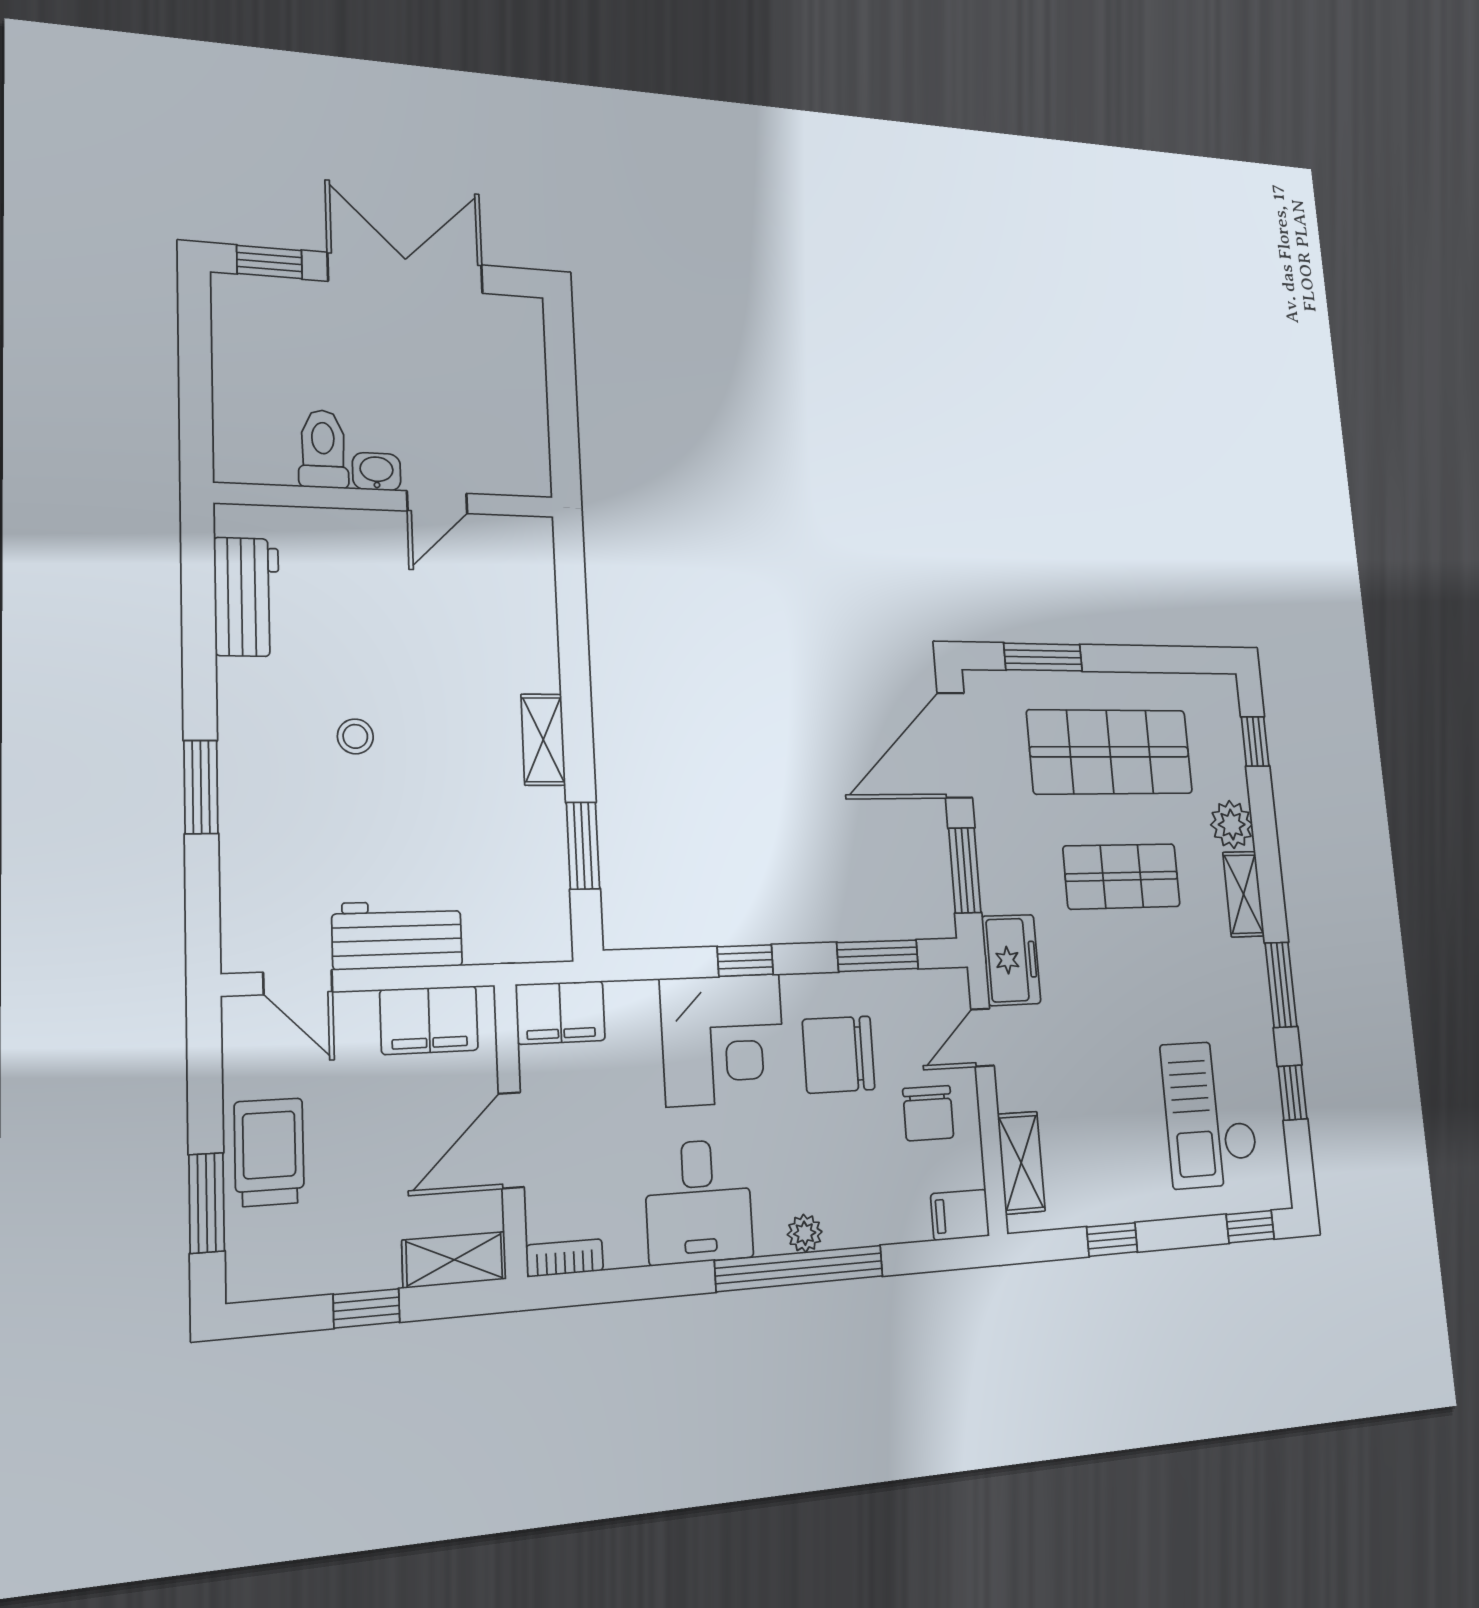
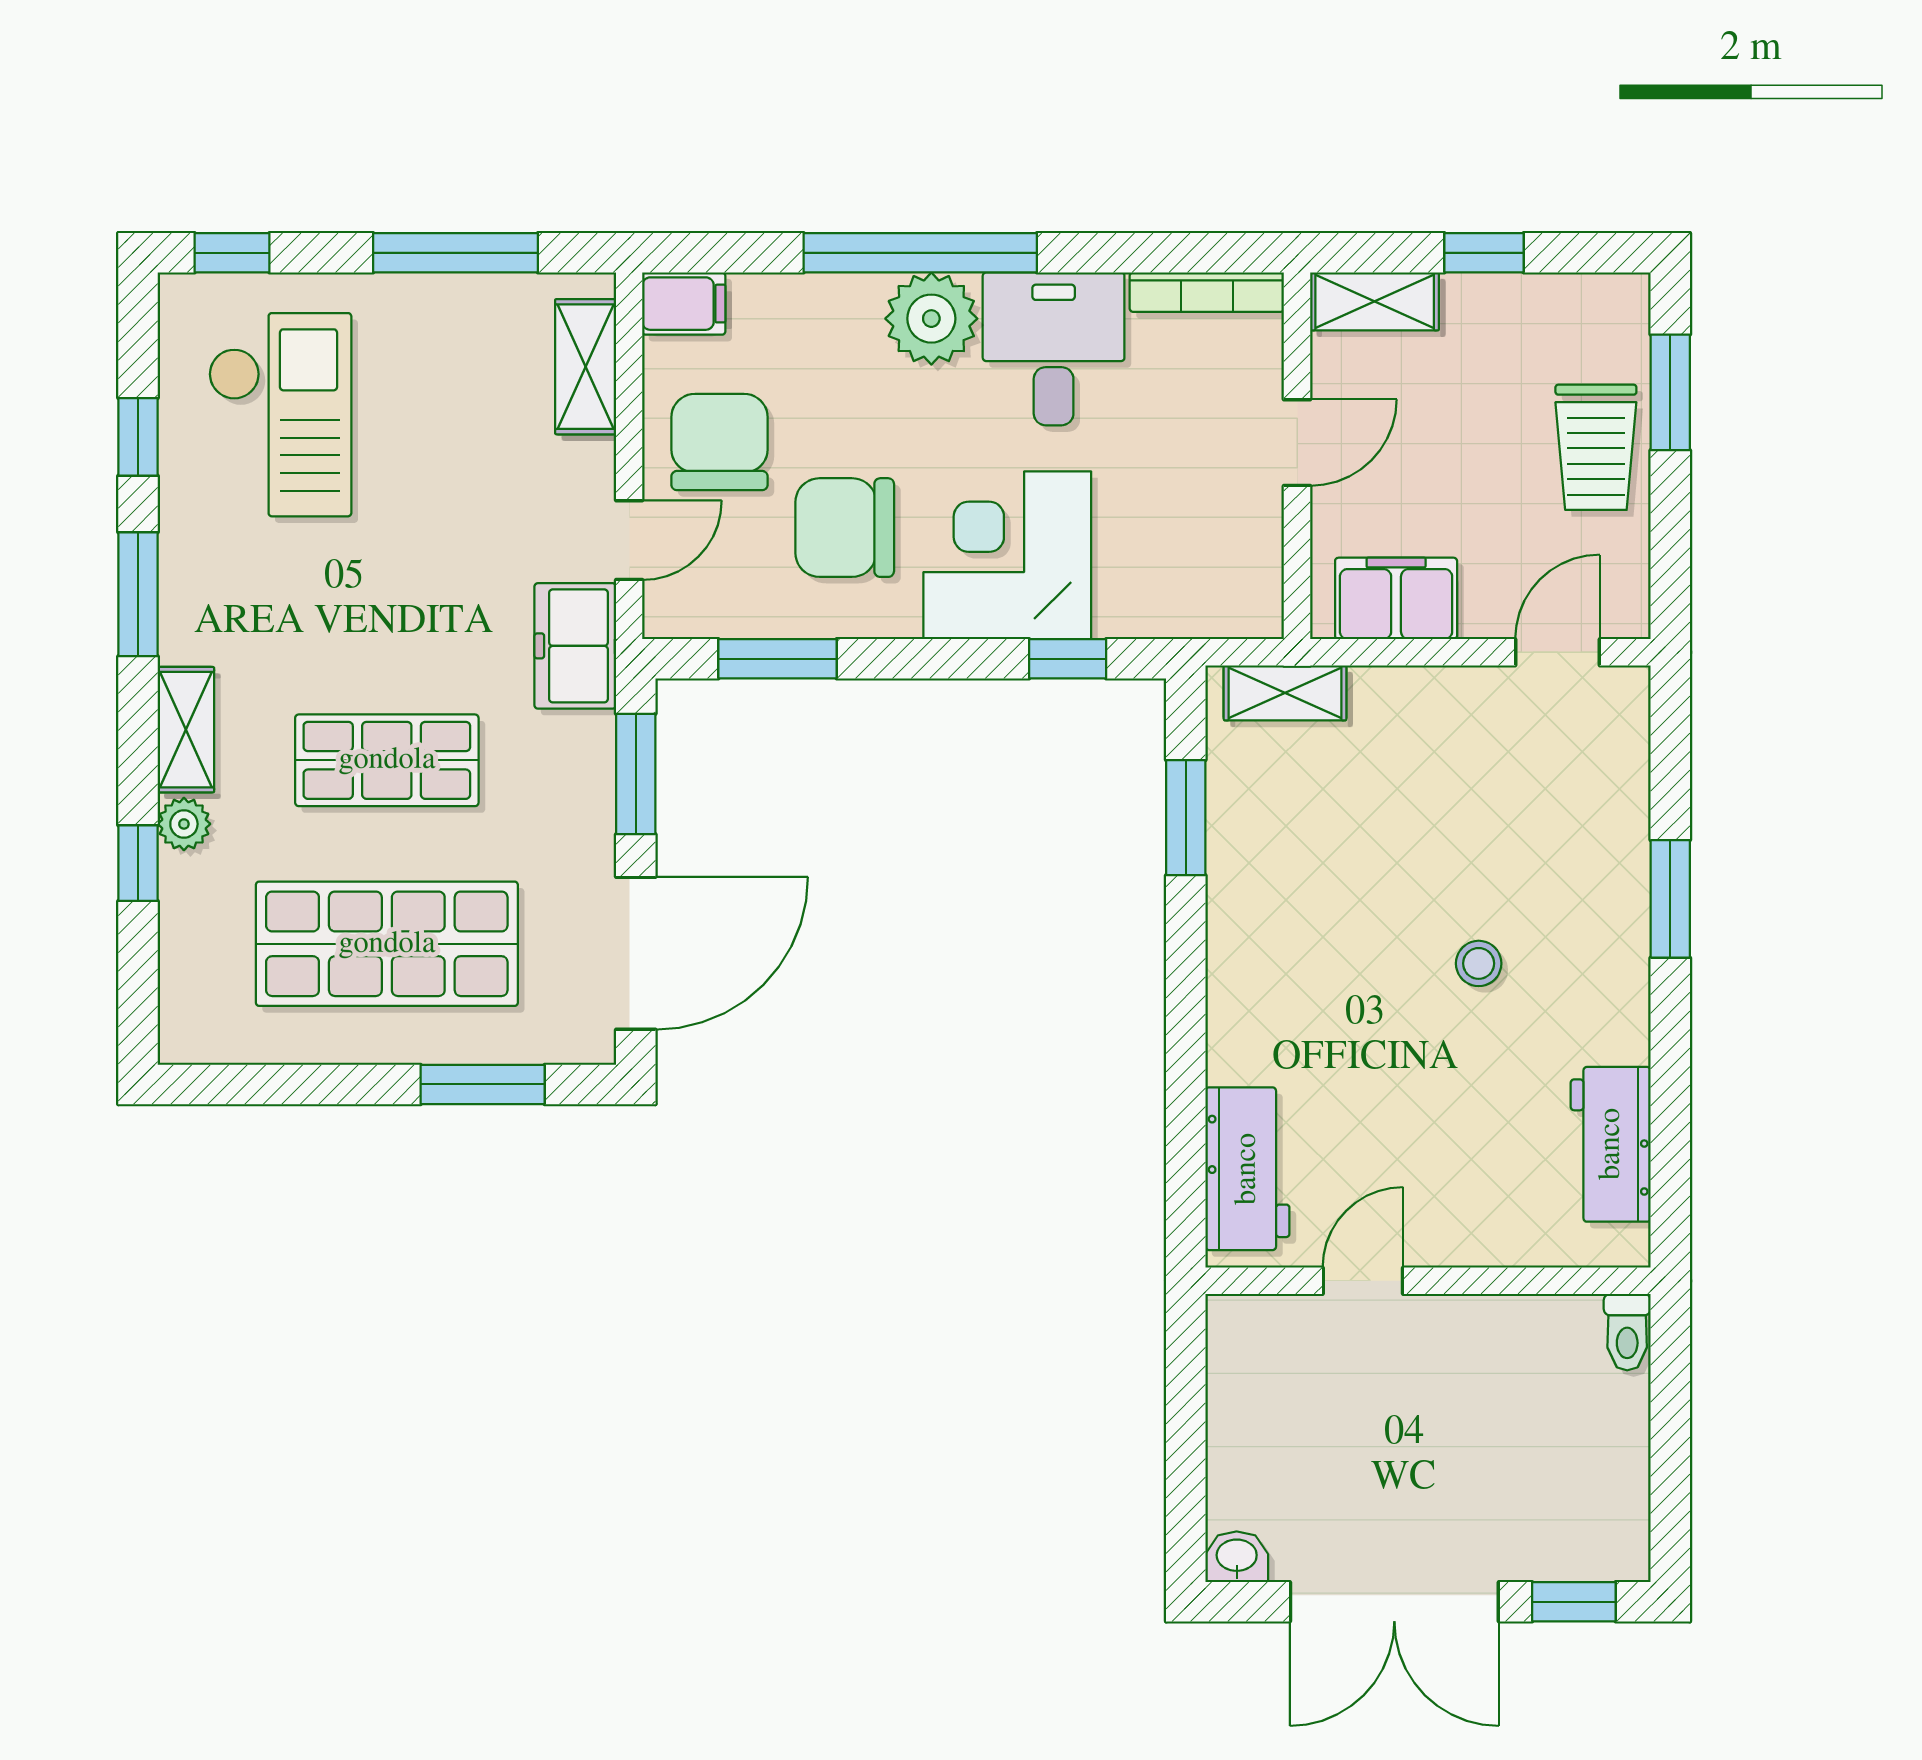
toilet: (323, 449) -> (1627, 1332), moved, width x0.73, depth x0.72
washbasin: (377, 472) -> (1237, 1557), moved, turned 180
shelving: (543, 740) -> (1285, 693), moved, turned 90
window: (1255, 741) -> (138, 863), moved
plant: (1232, 825) -> (184, 824), width x0.73, depth x0.73
workbench: (397, 935) -> (1247, 1169), moved, turned -90
window: (745, 961) -> (1068, 659), moved
door: (298, 982) -> (1557, 652), hinge flipped
filing cabinet: (560, 1012) -> (1226, 601), removed
chair: (839, 1054) -> (845, 528), turned 180
chair: (928, 1113) -> (720, 442), width x1.37, depth x1.37
door: (511, 1140) -> (1297, 443), width x0.73
plant: (805, 1233) -> (931, 319), width x1.87, depth x1.87
window: (1112, 1239) -> (456, 253), width x2.17
bookcase: (565, 1258) -> (1207, 292), width x1.56

